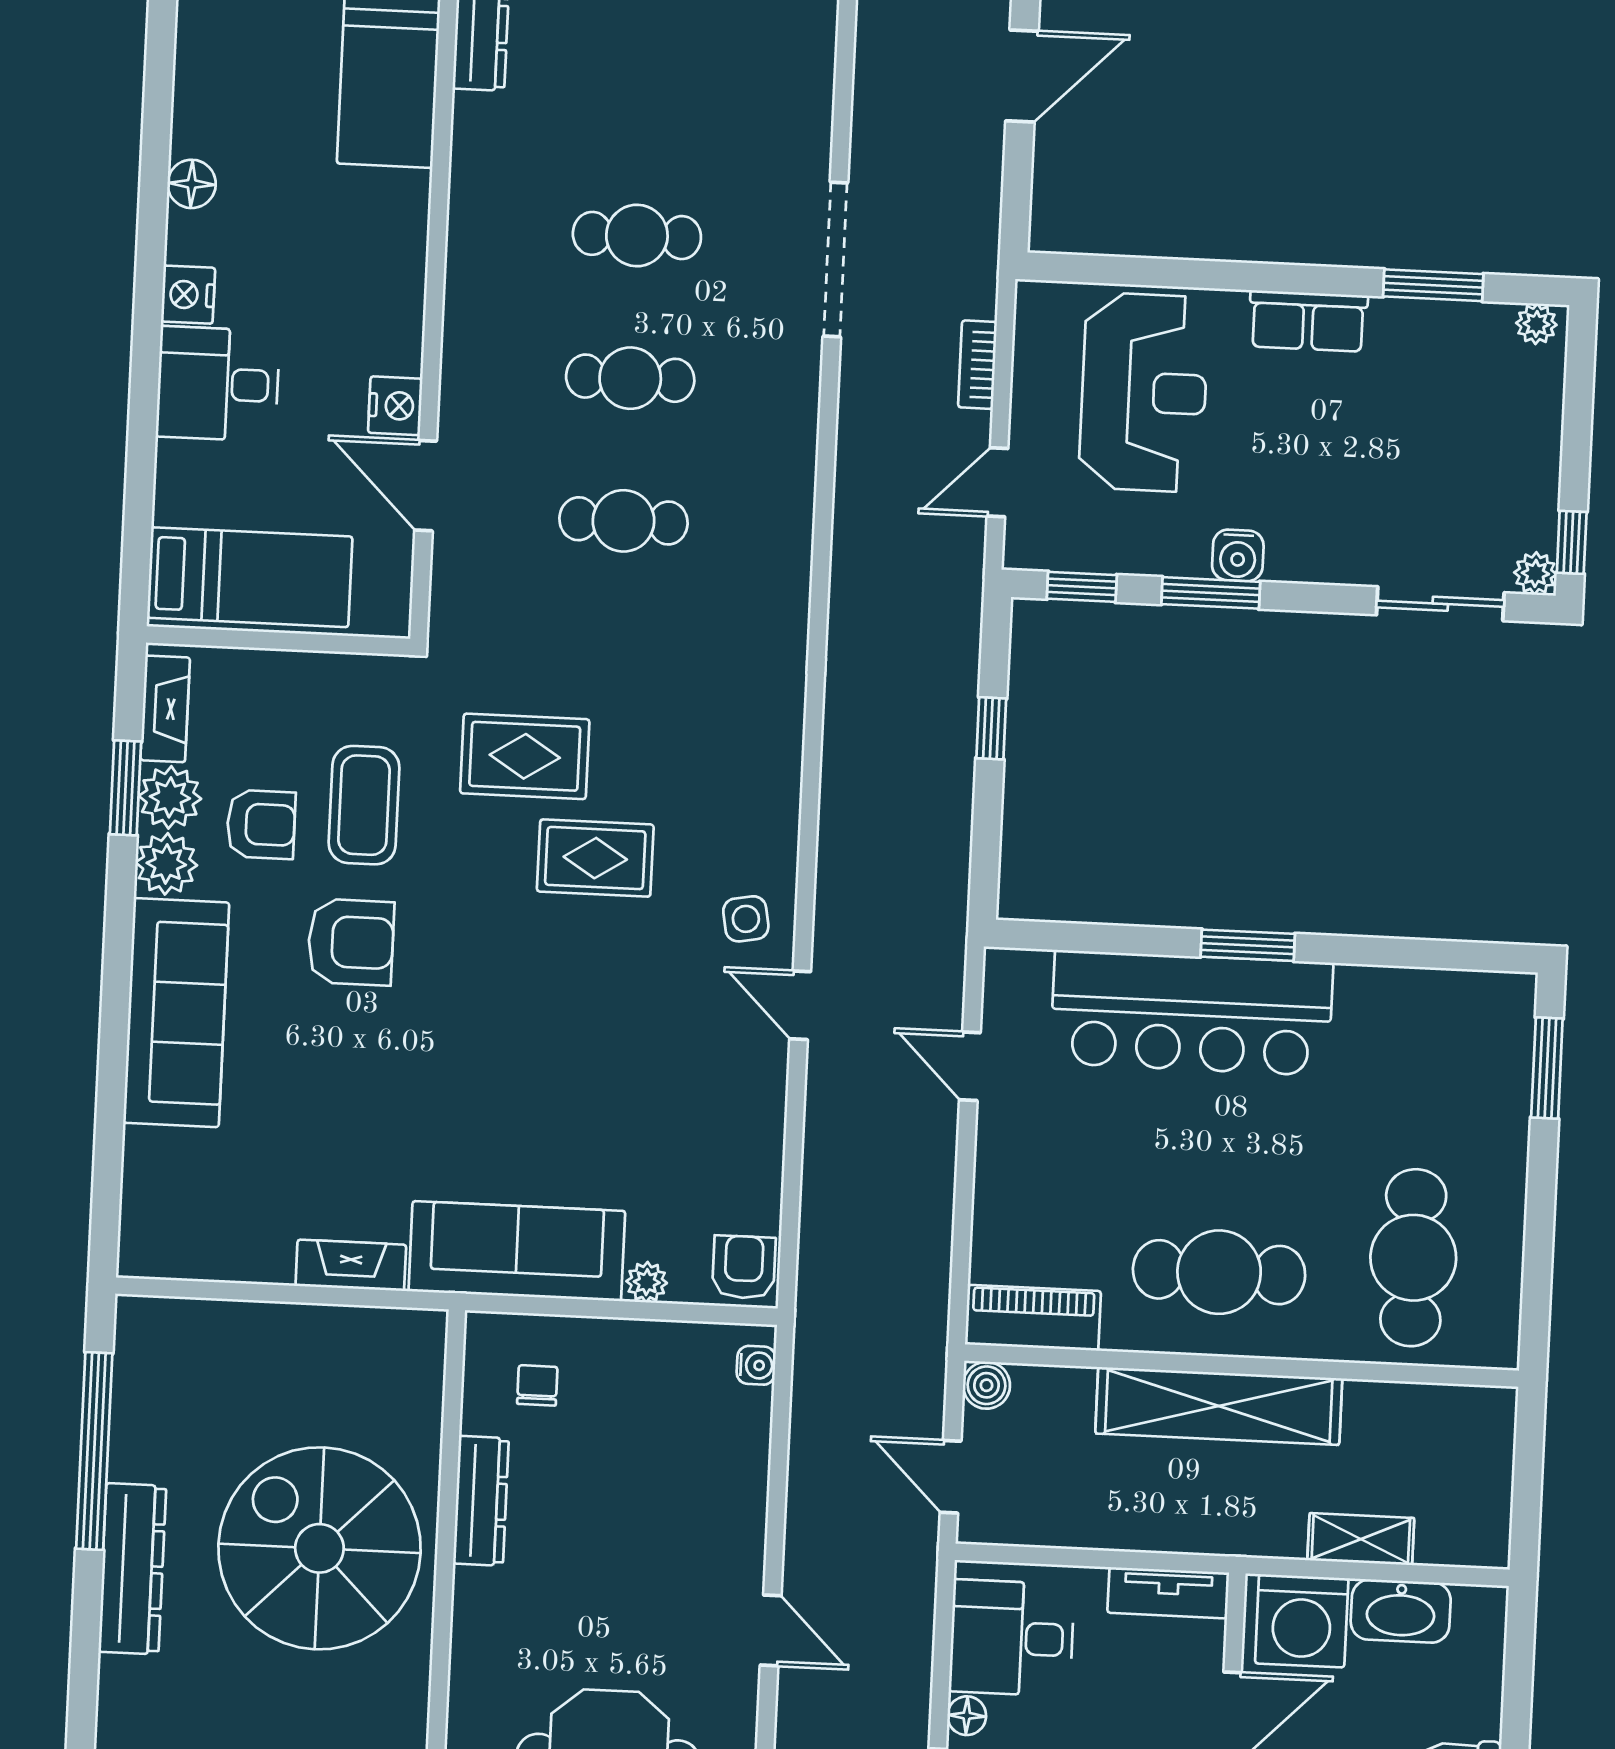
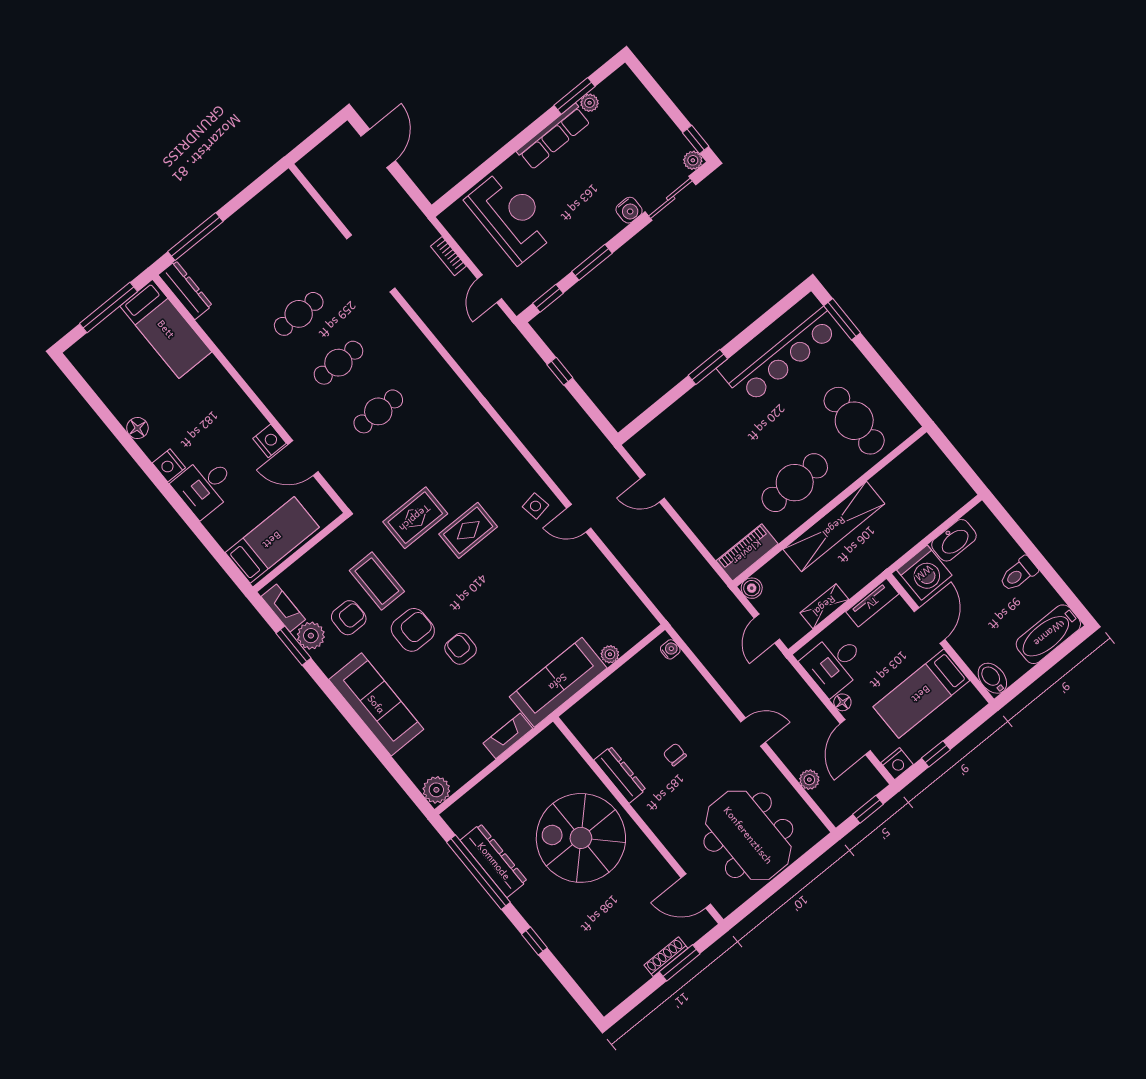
row of seats: (1308, 321) -> (554, 137), width x1.48
plant: (1536, 324) -> (590, 103), moved
water cooler: (1238, 555) -> (629, 210), moved
plant: (166, 864) -> (436, 790), moved
bar counter: (1192, 1013) -> (779, 349), moved
armchair: (744, 1267) -> (461, 649), moved
chair: (537, 1385) -> (675, 755), moved
door: (951, 1477) -> (767, 629), hinge flipped
shelving: (1361, 1539) -> (824, 606), moved
dresser: (132, 1569) -> (494, 861), moved
window: (85, 1652) -> (534, 941), added

